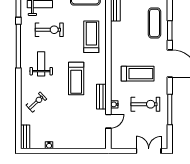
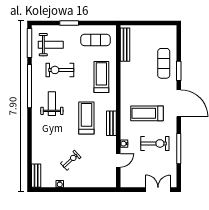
exercise bike: (49, 30) -> (60, 70), turned 180
treadmill: (138, 74) -> (147, 113), turned 180
treadmill: (76, 78) -> (86, 118), turned 180
bench: (101, 97) -> (111, 123), moved
exercise bike: (36, 102) -> (71, 160), moved

